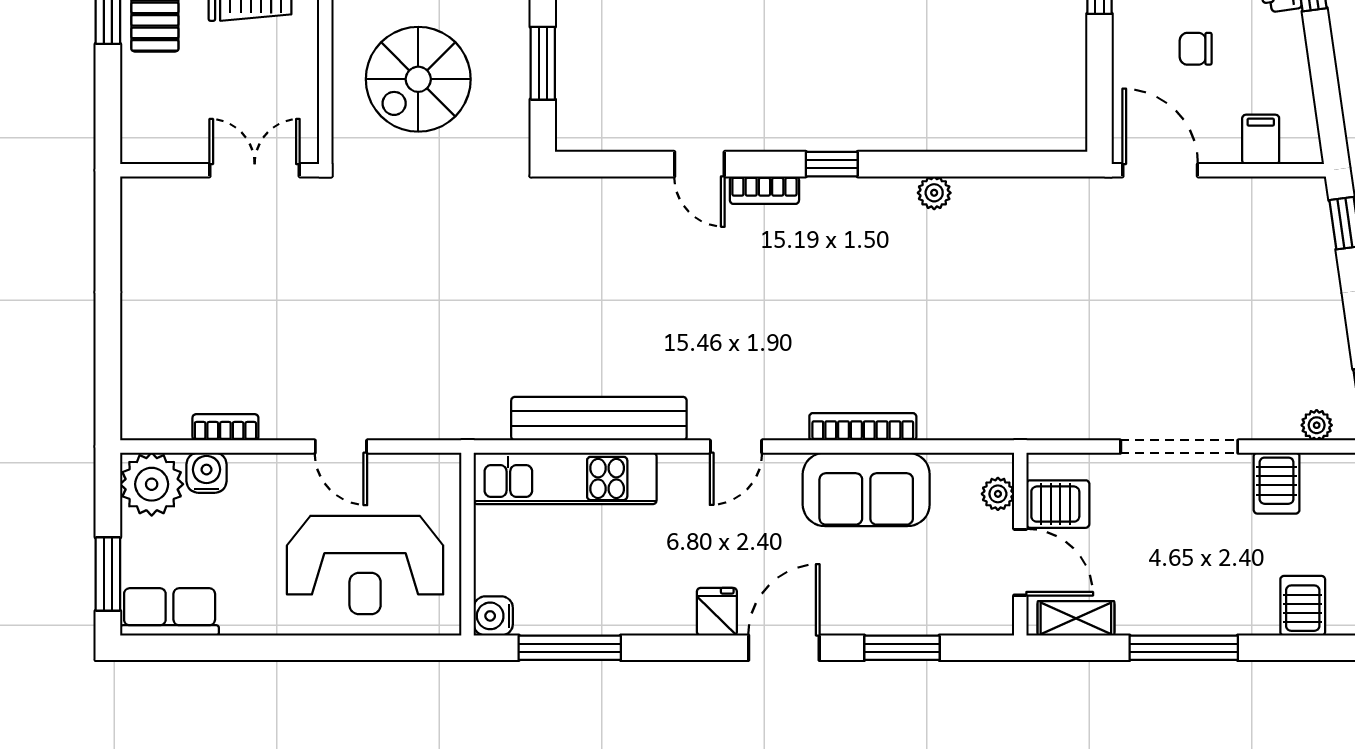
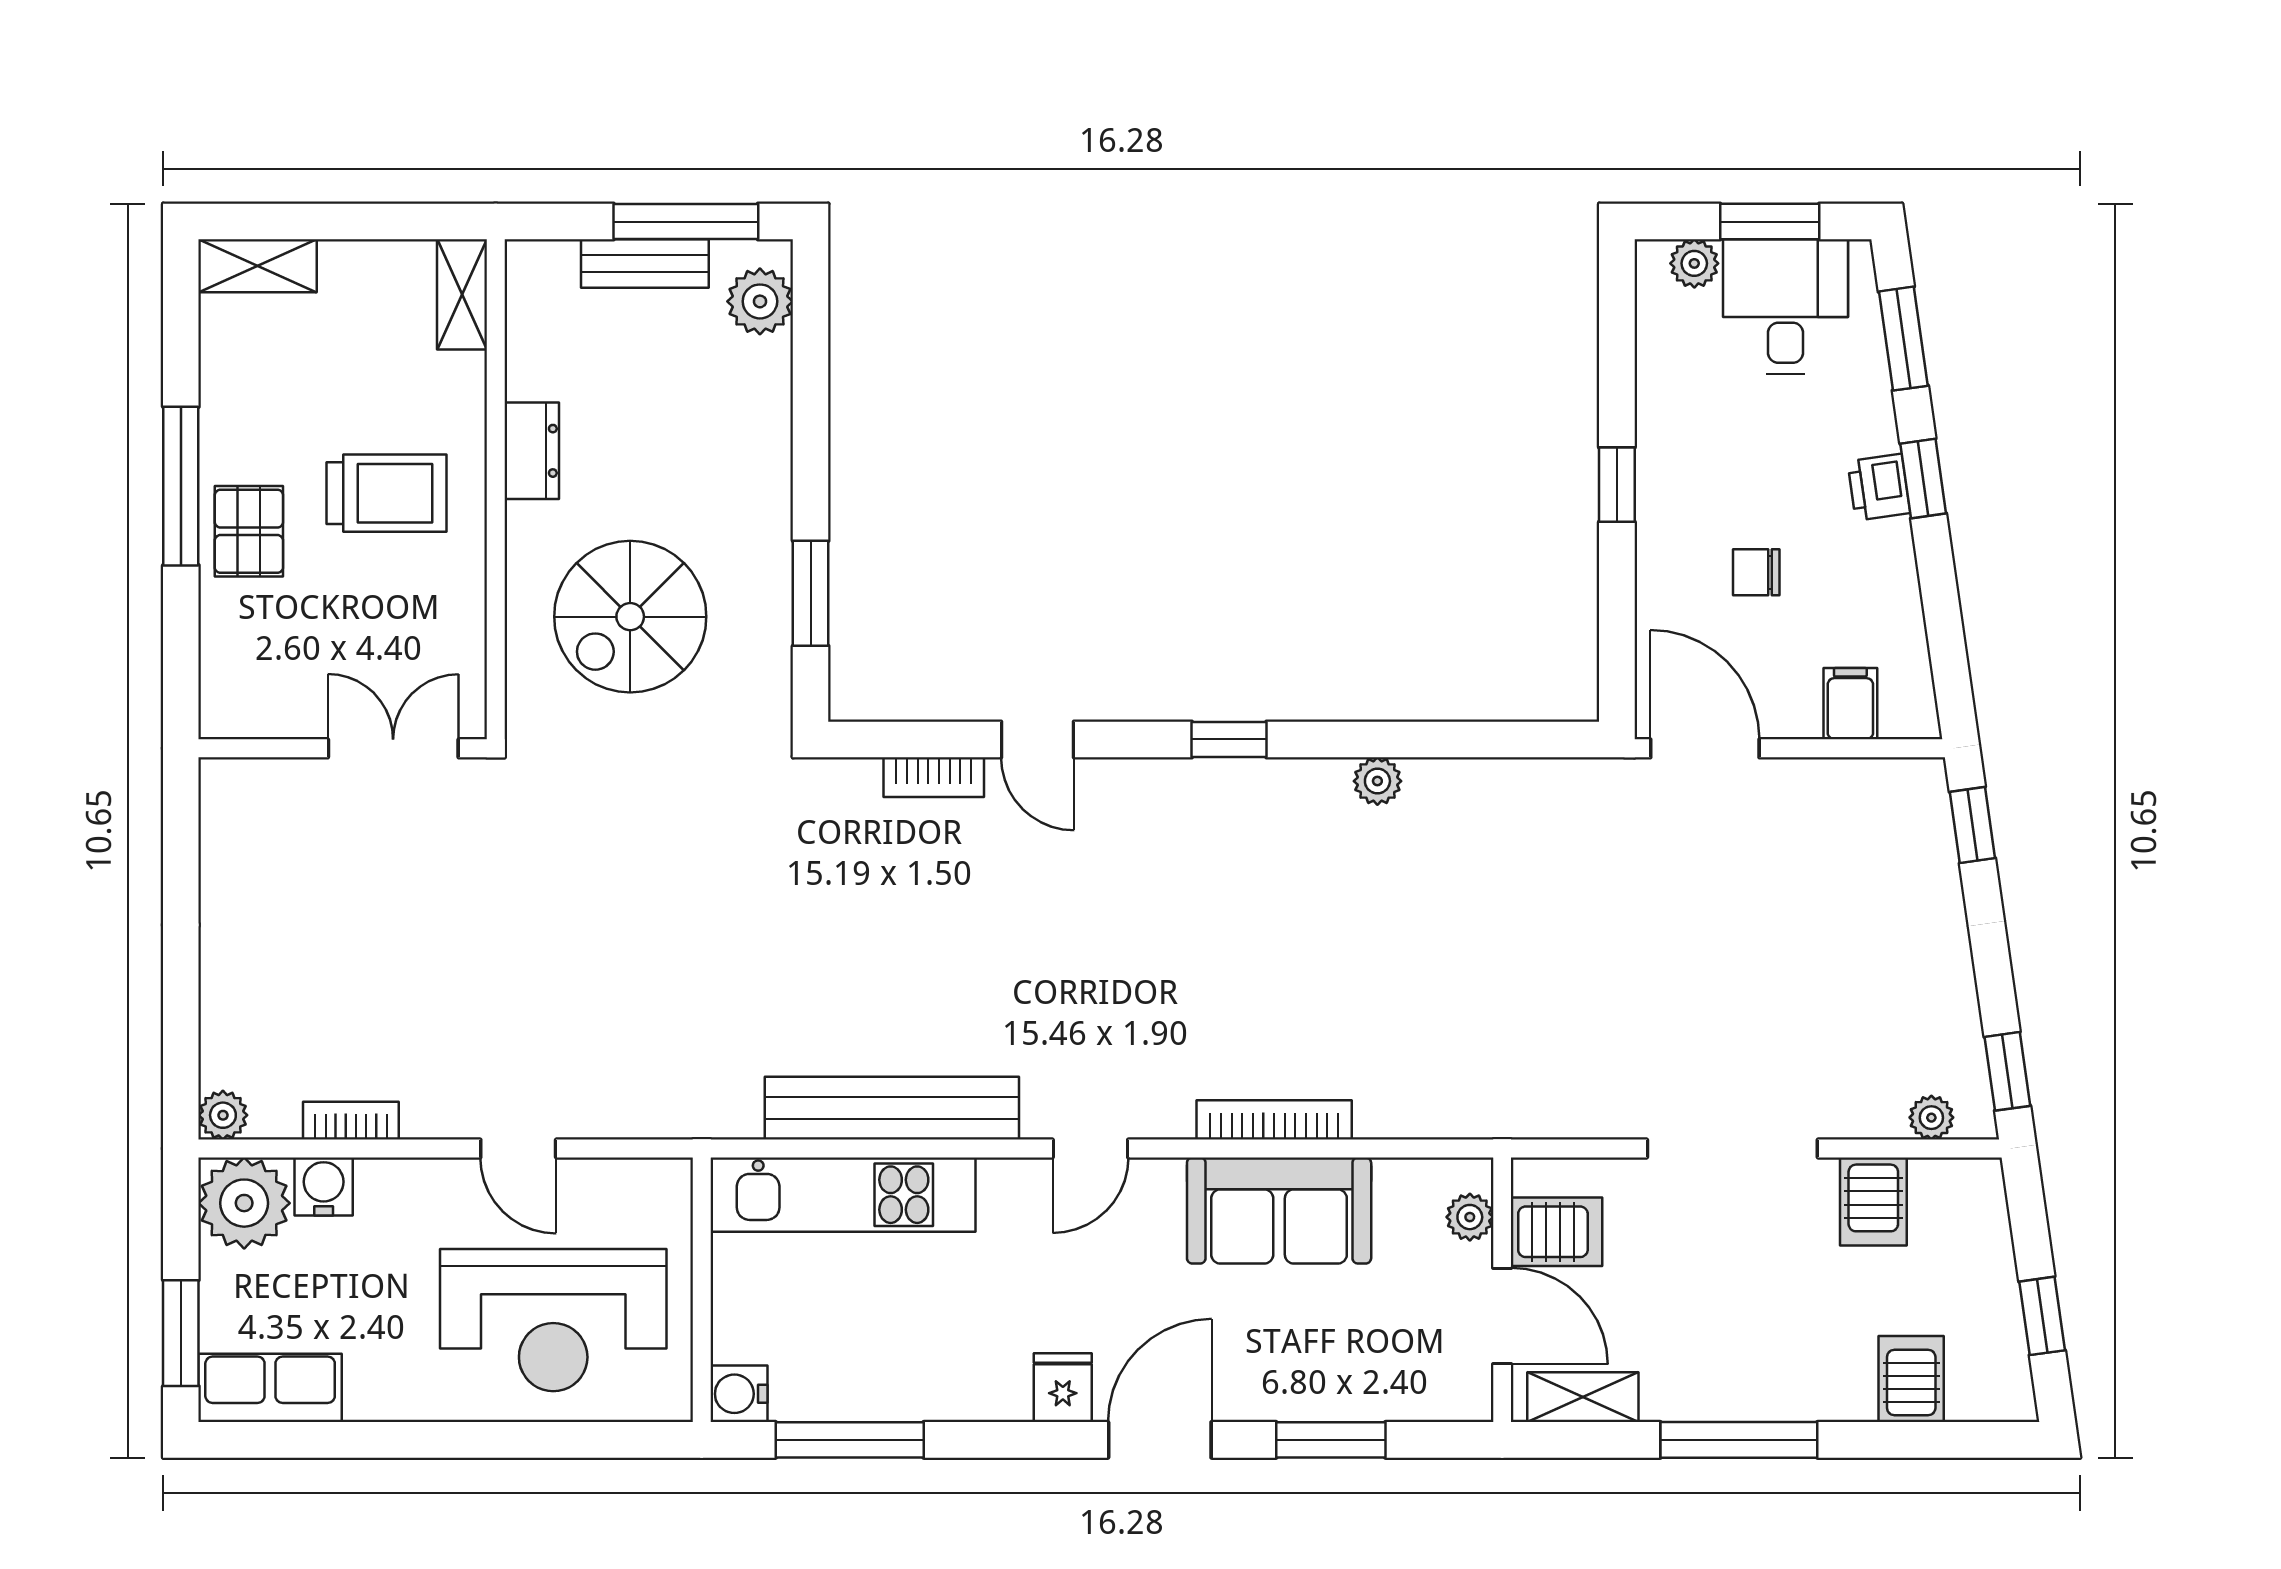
bookcase: (764, 190) -> (934, 777), moved
plant: (137, 424) -> (223, 1115), added

